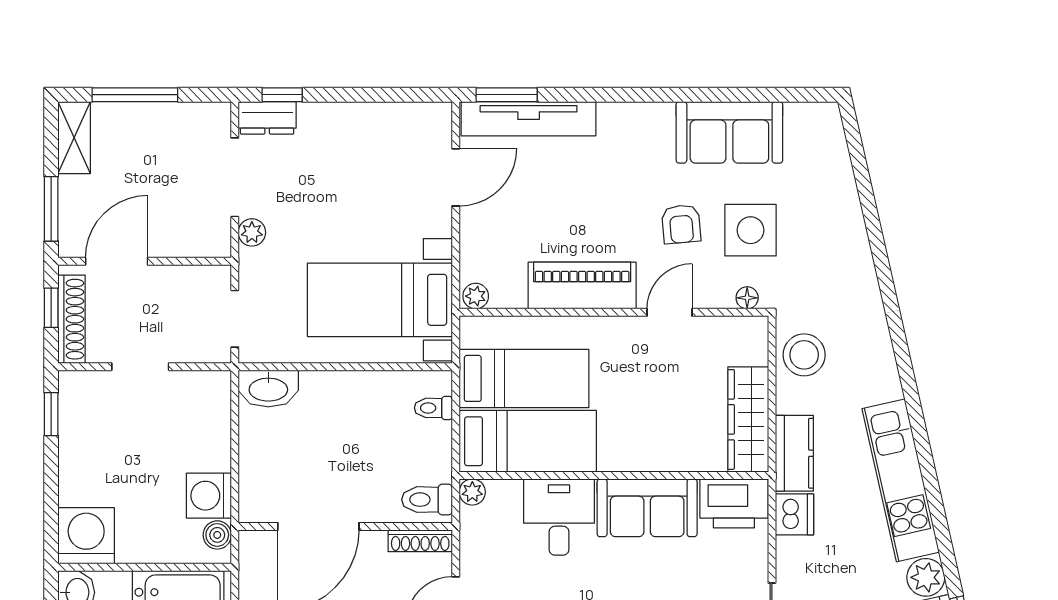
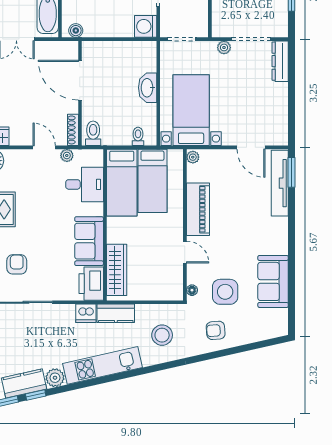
window: (282, 95) -> (291, 62), removed
dresser: (267, 118) -> (280, 61), width x1.44
armchair: (681, 224) -> (216, 330), moved
stool: (804, 355) -> (162, 335), moved
washbasin: (268, 389) -> (148, 88), moved
wardrobe: (748, 419) -> (117, 270), moved, turned 90
plant: (472, 492) -> (67, 155), moved
washing machine: (209, 496) -> (146, 26), moved, turned -90
desk: (559, 517) -> (85, 184), moved

